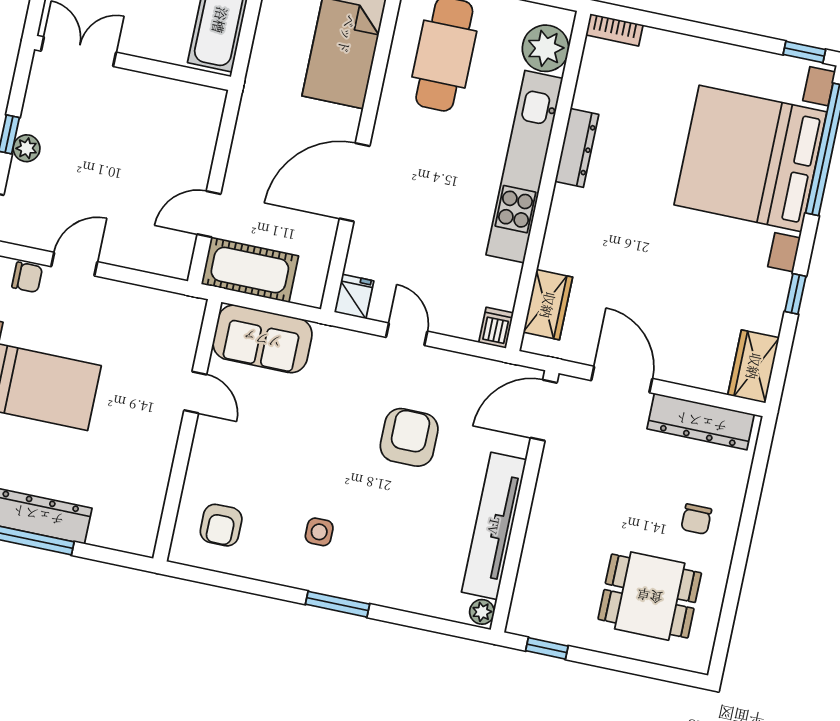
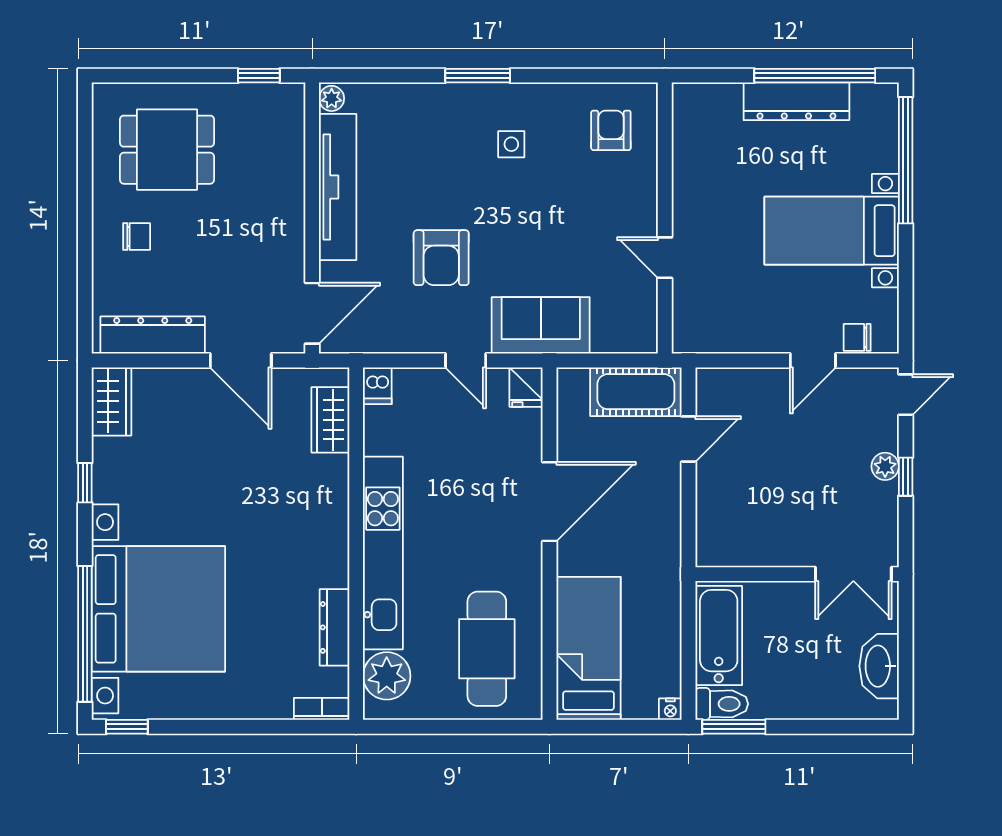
dresser: (577, 148) -> (334, 627), moved
sofa: (262, 339) -> (541, 325), moved
chair: (696, 519) -> (137, 237), turned 90

